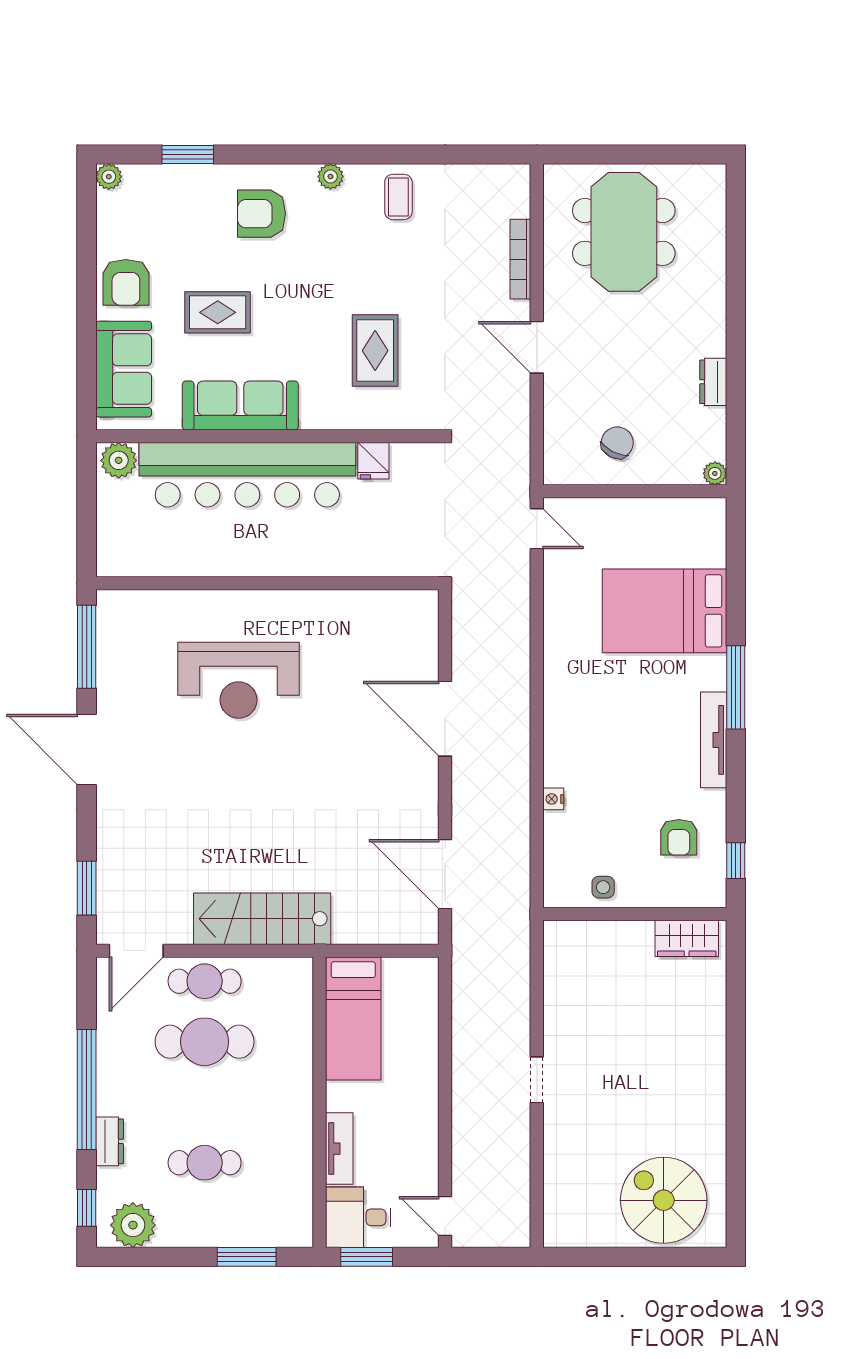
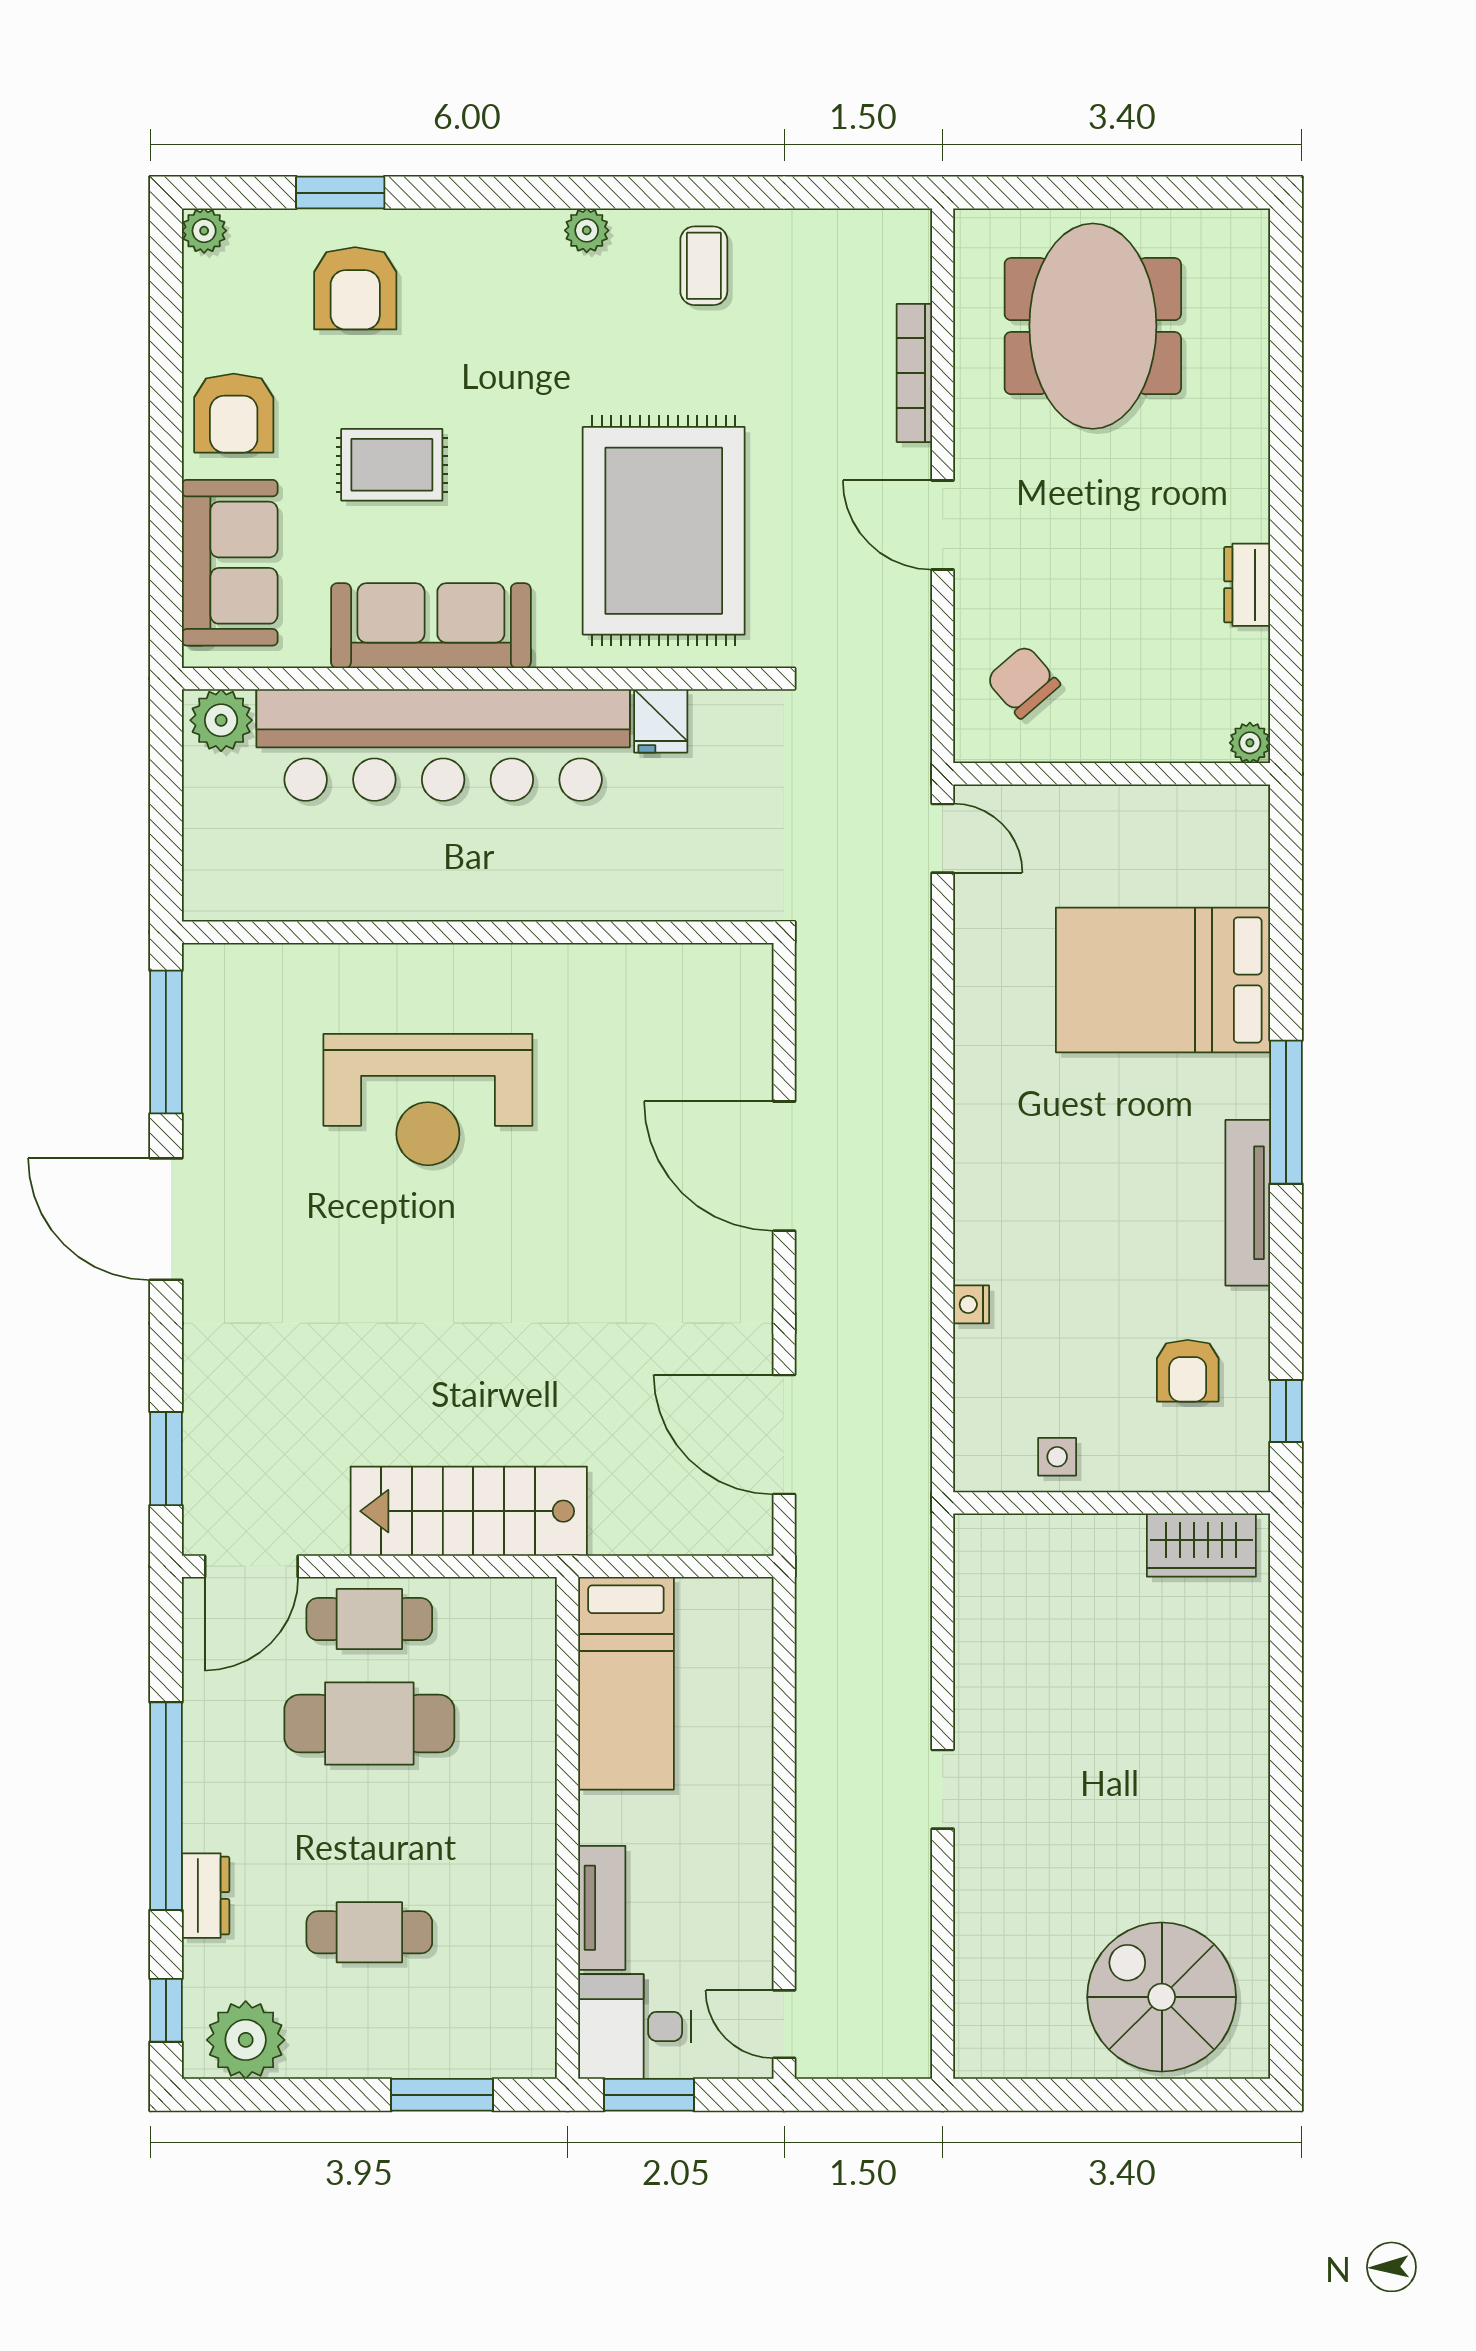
armchair: (261, 214) -> (355, 288), moved, turned -90
rug: (375, 351) -> (664, 531), width x1.86, depth x2.06
chair: (617, 443) -> (1023, 682), moved, turned -68

